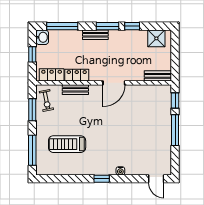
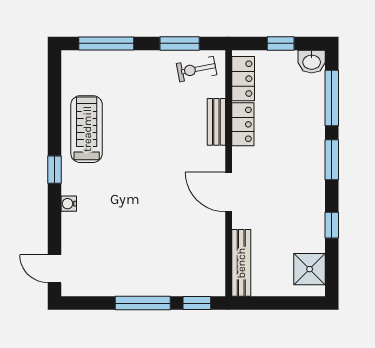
window: (108, 26) -> (332, 160), moved
bench: (95, 35) -> (316, 158), removed
bench: (158, 76) -> (241, 263), width x1.36
treadmill: (67, 144) -> (87, 129), moved
door: (156, 179) -> (54, 269), hinge flipped

